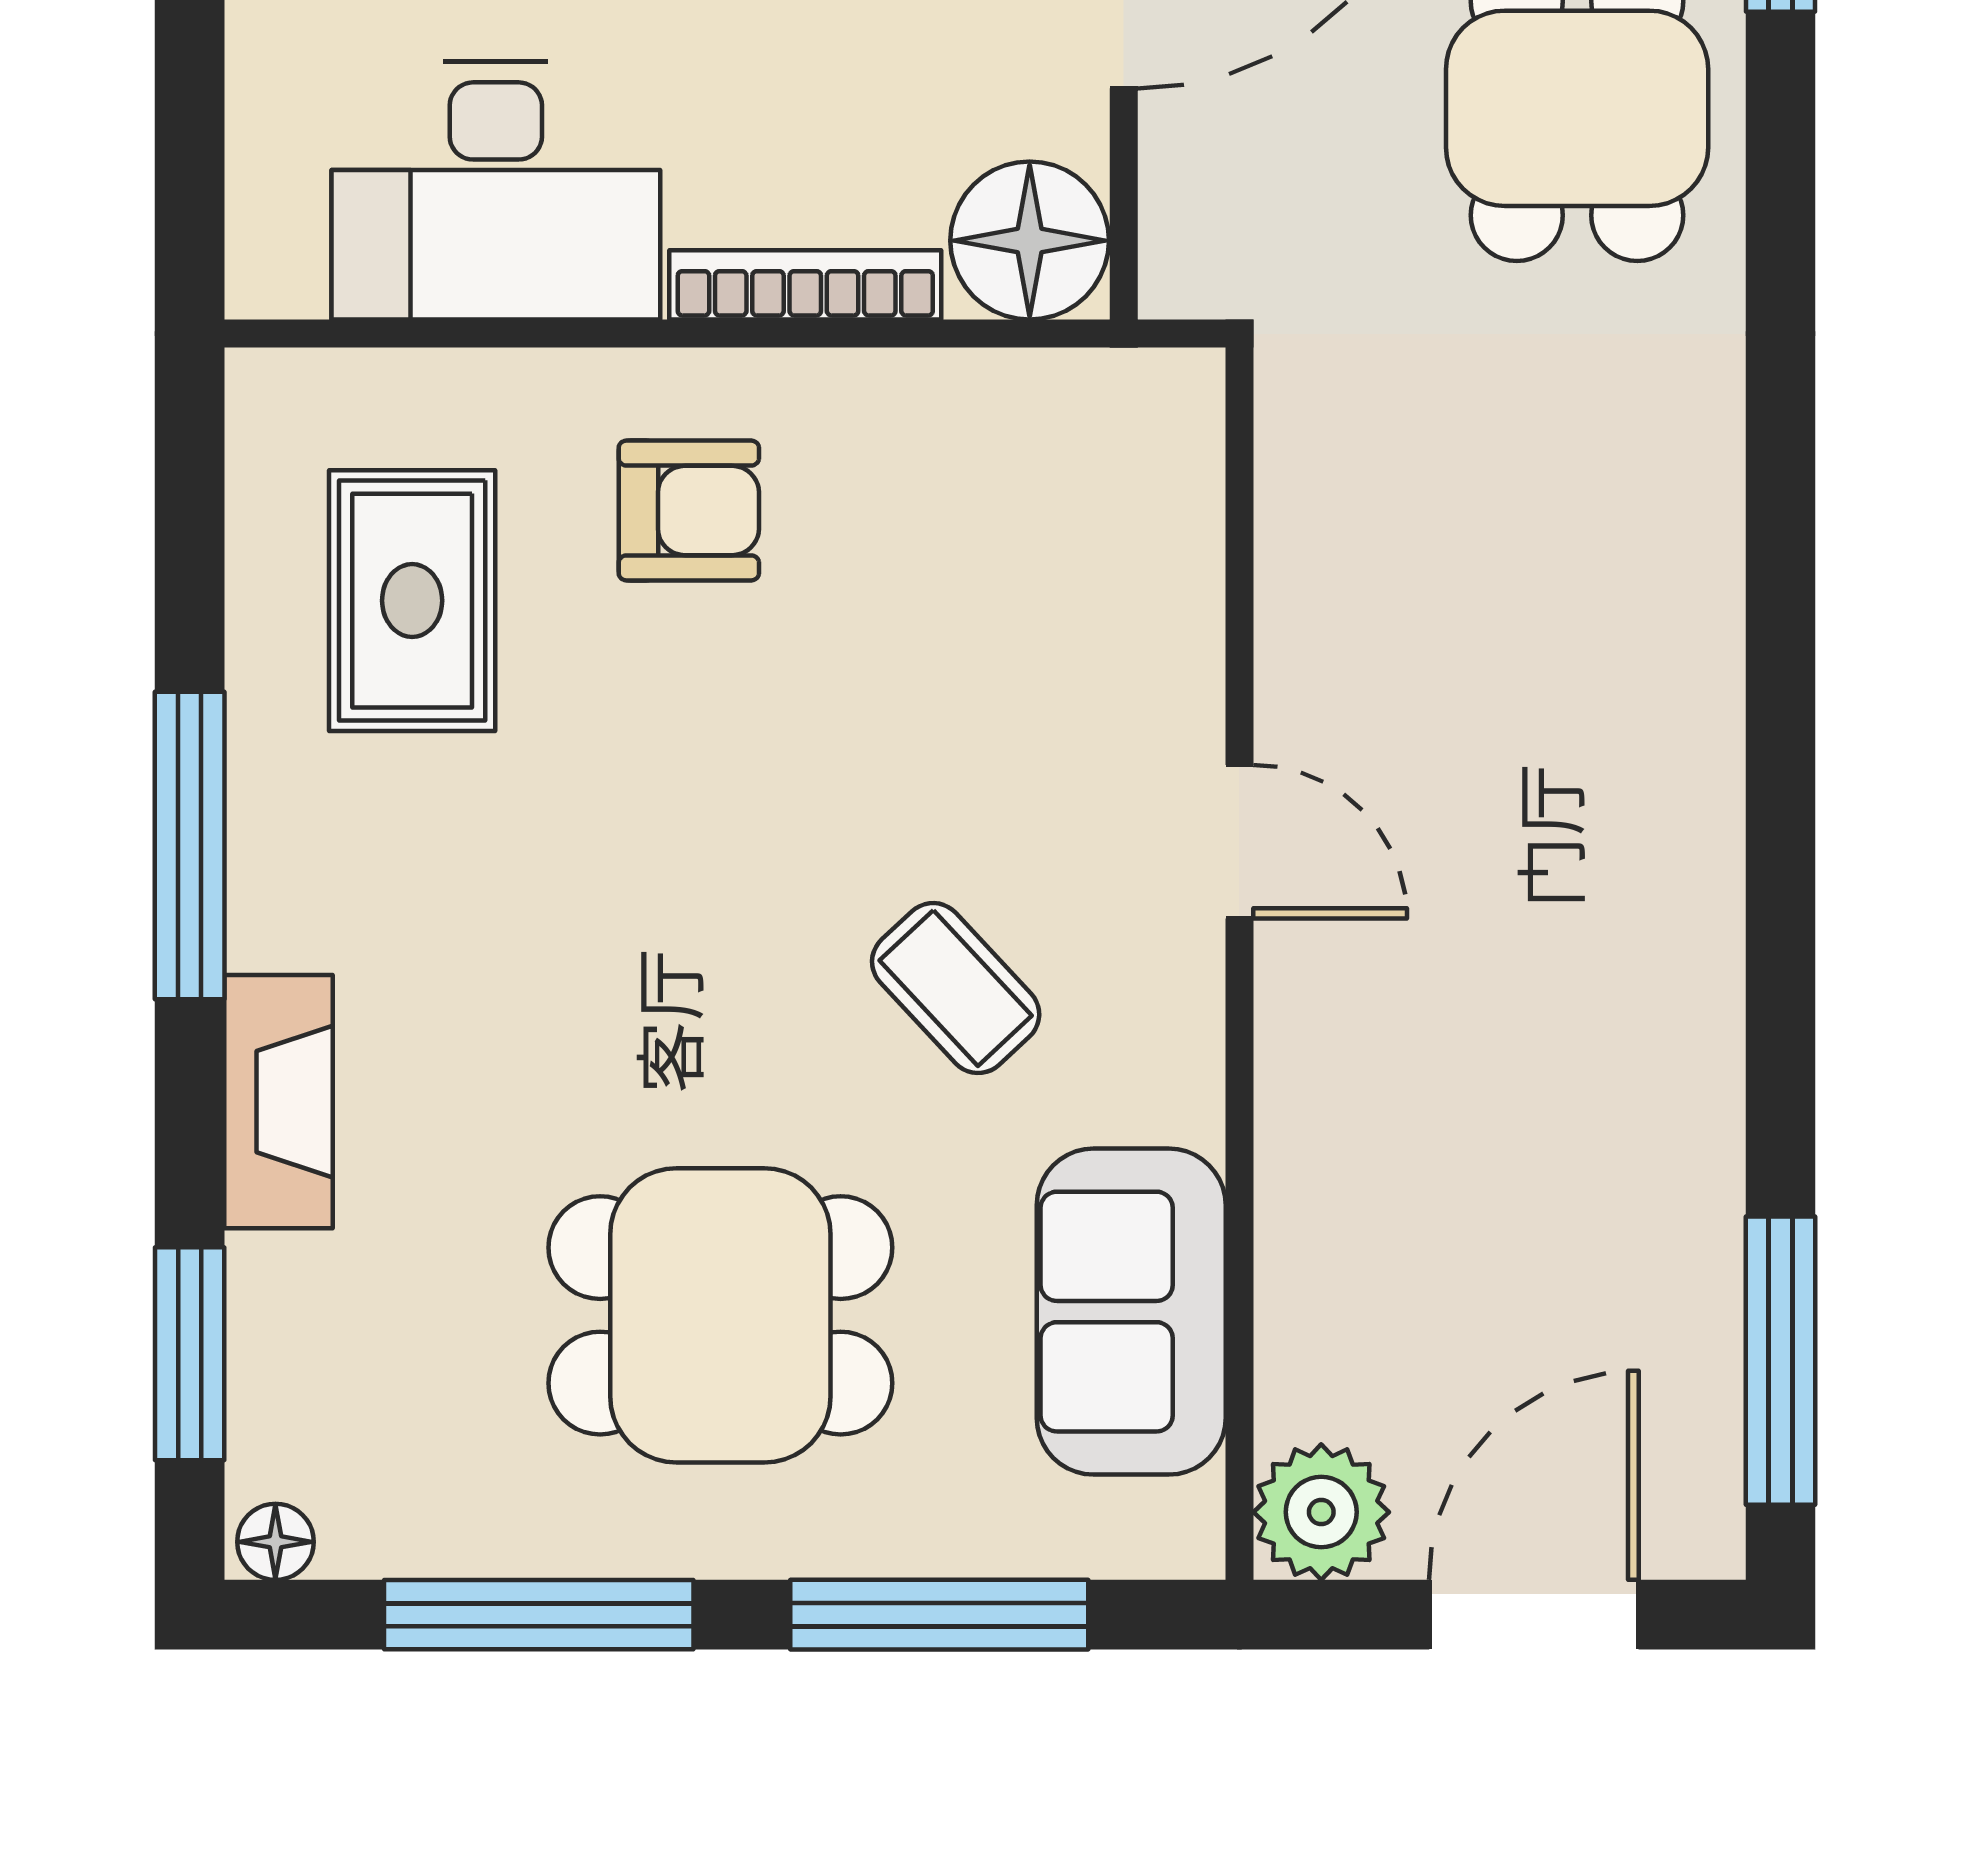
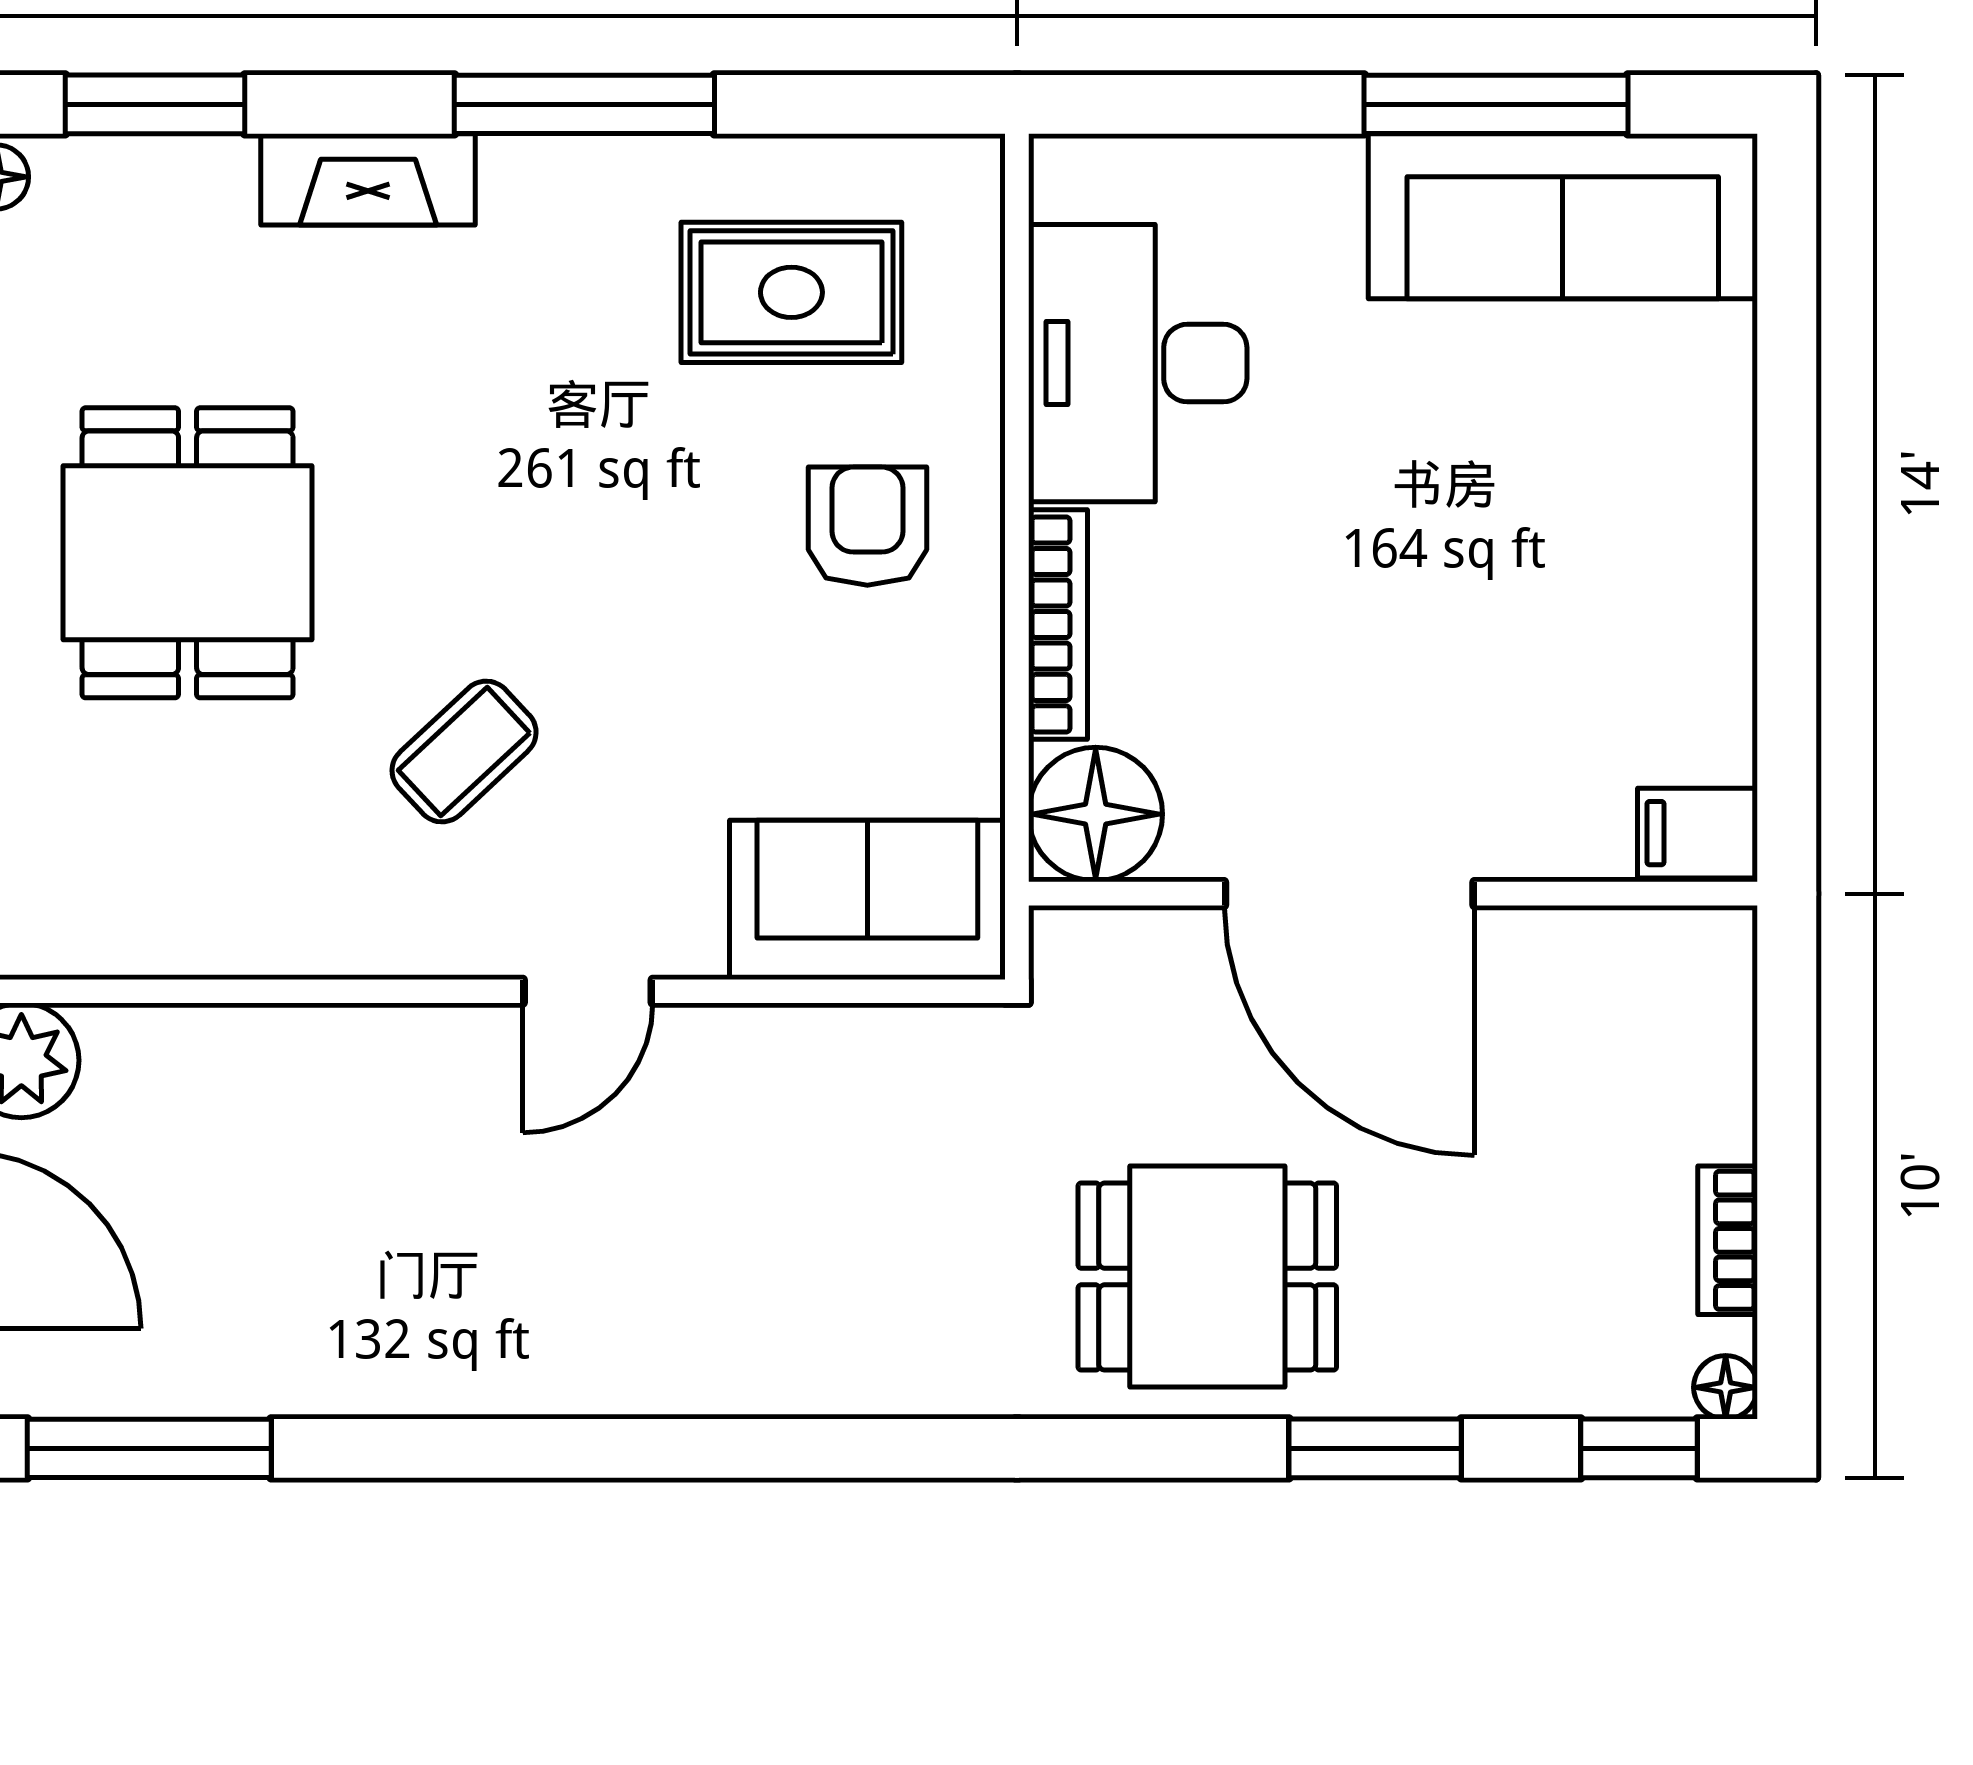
armchair: (689, 510) -> (867, 526), turned 180
sofa: (1131, 1312) -> (867, 900), moved

